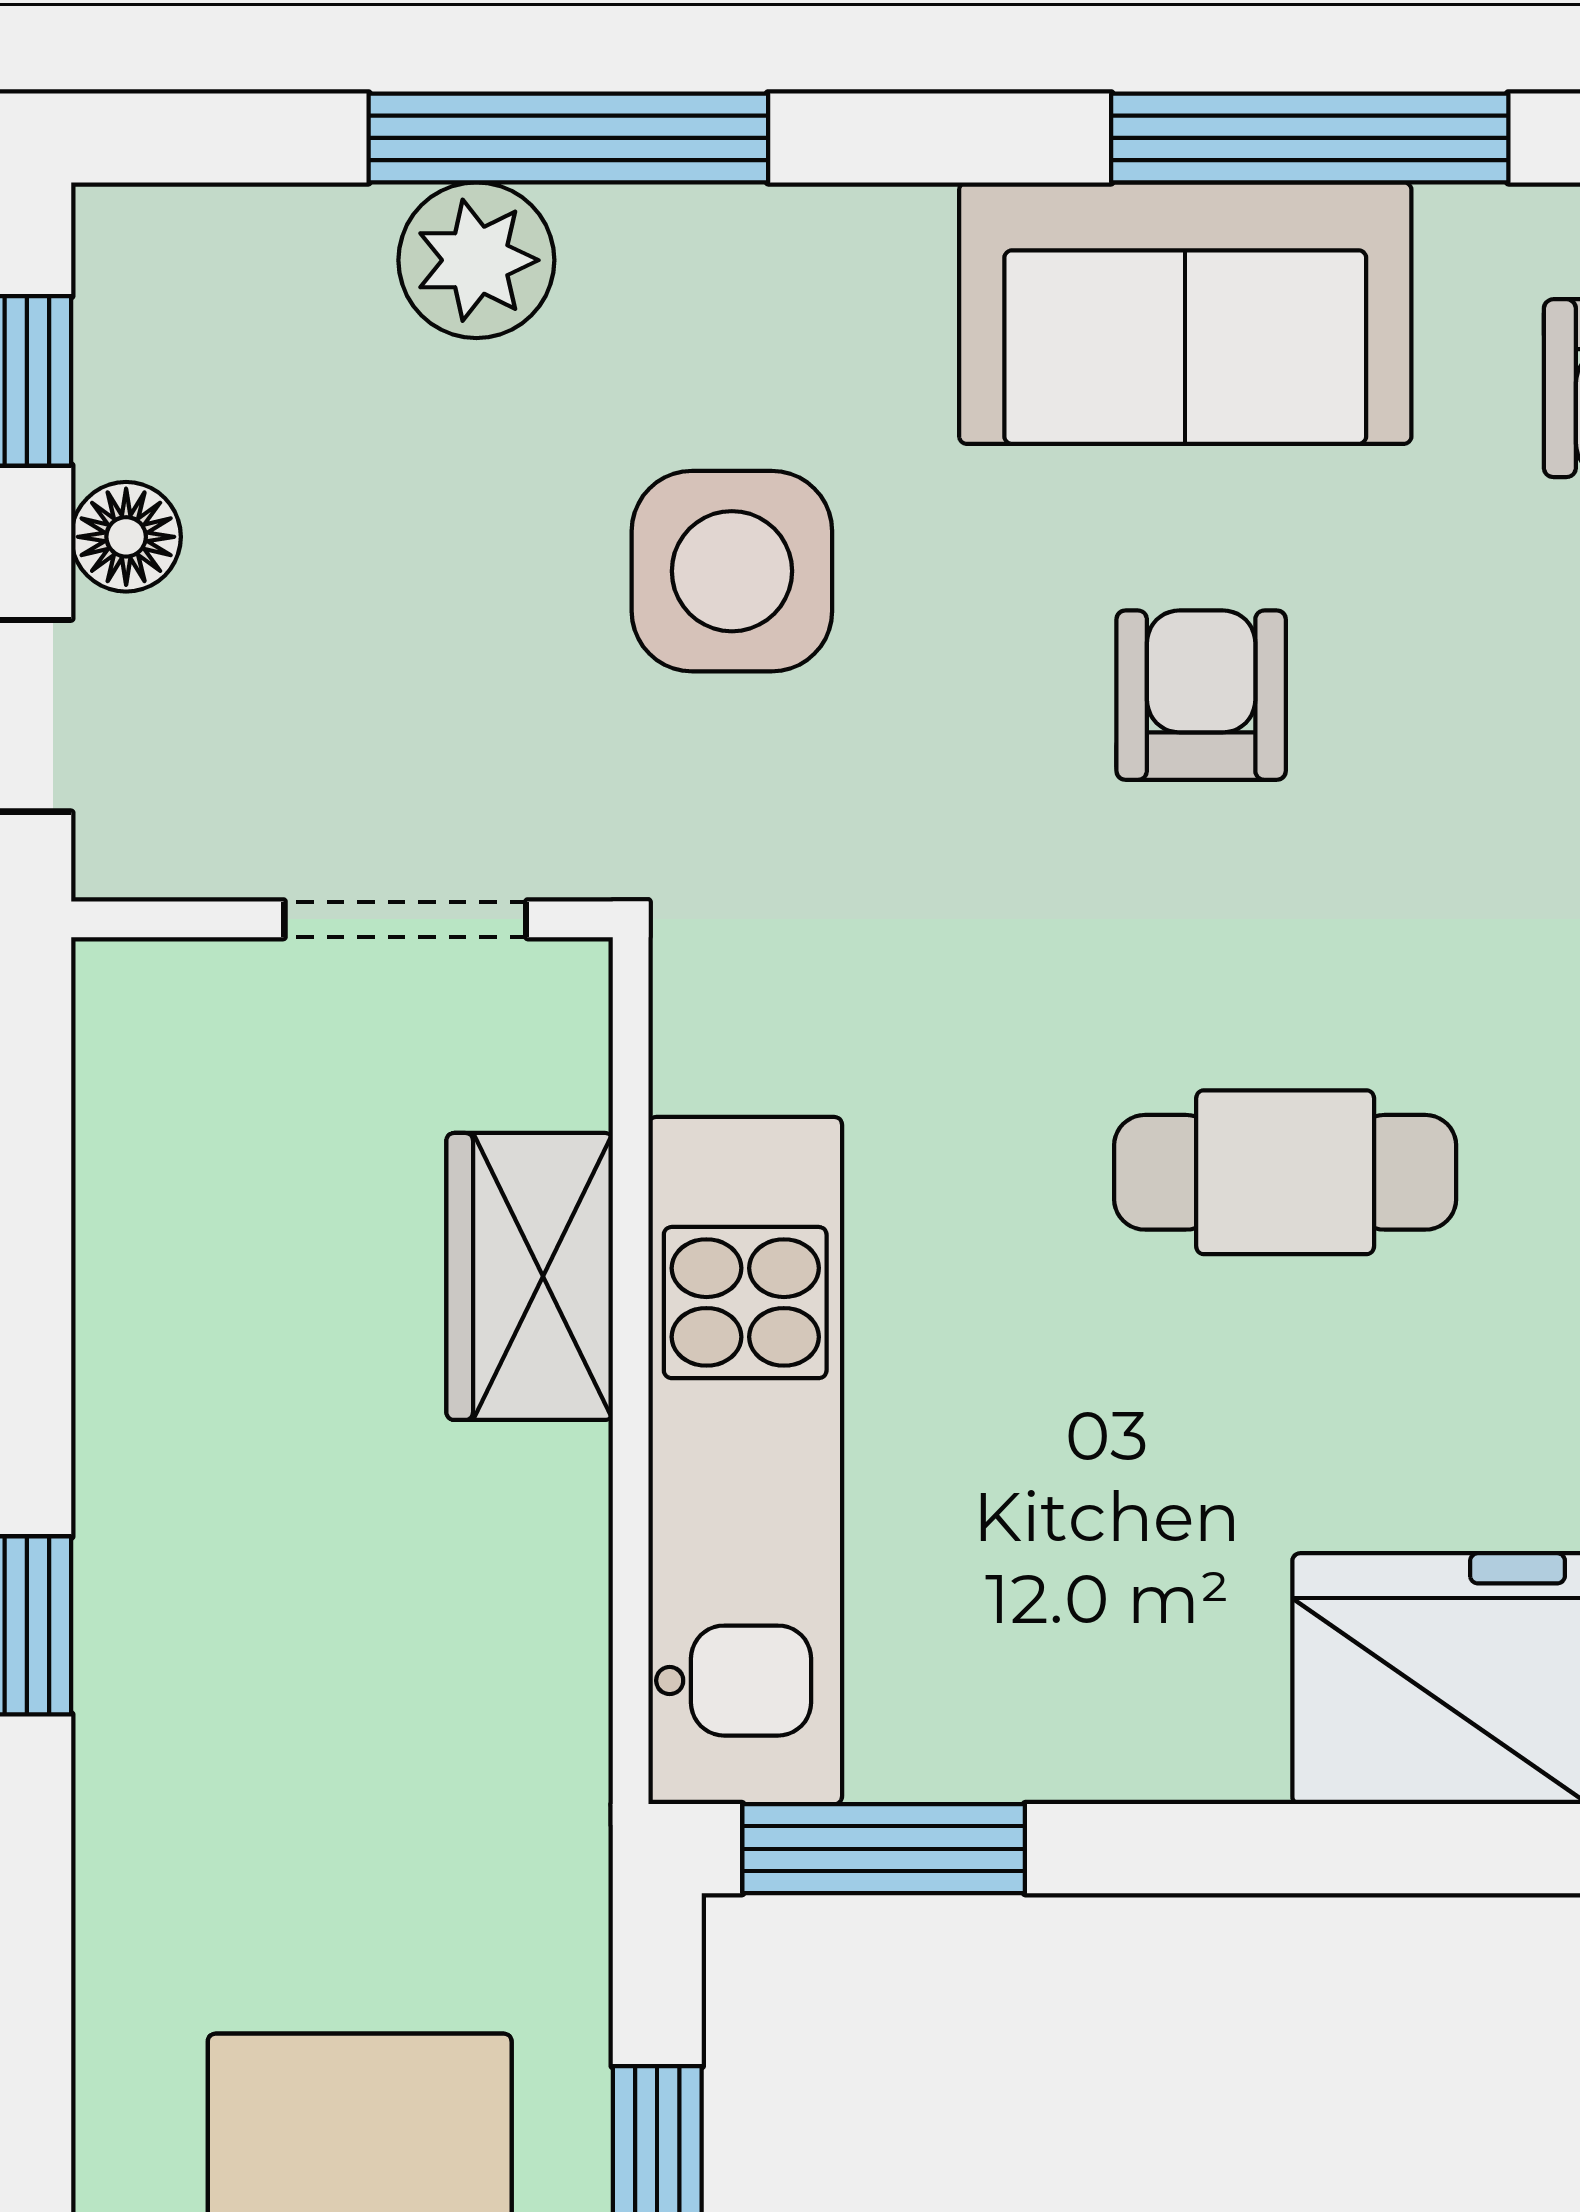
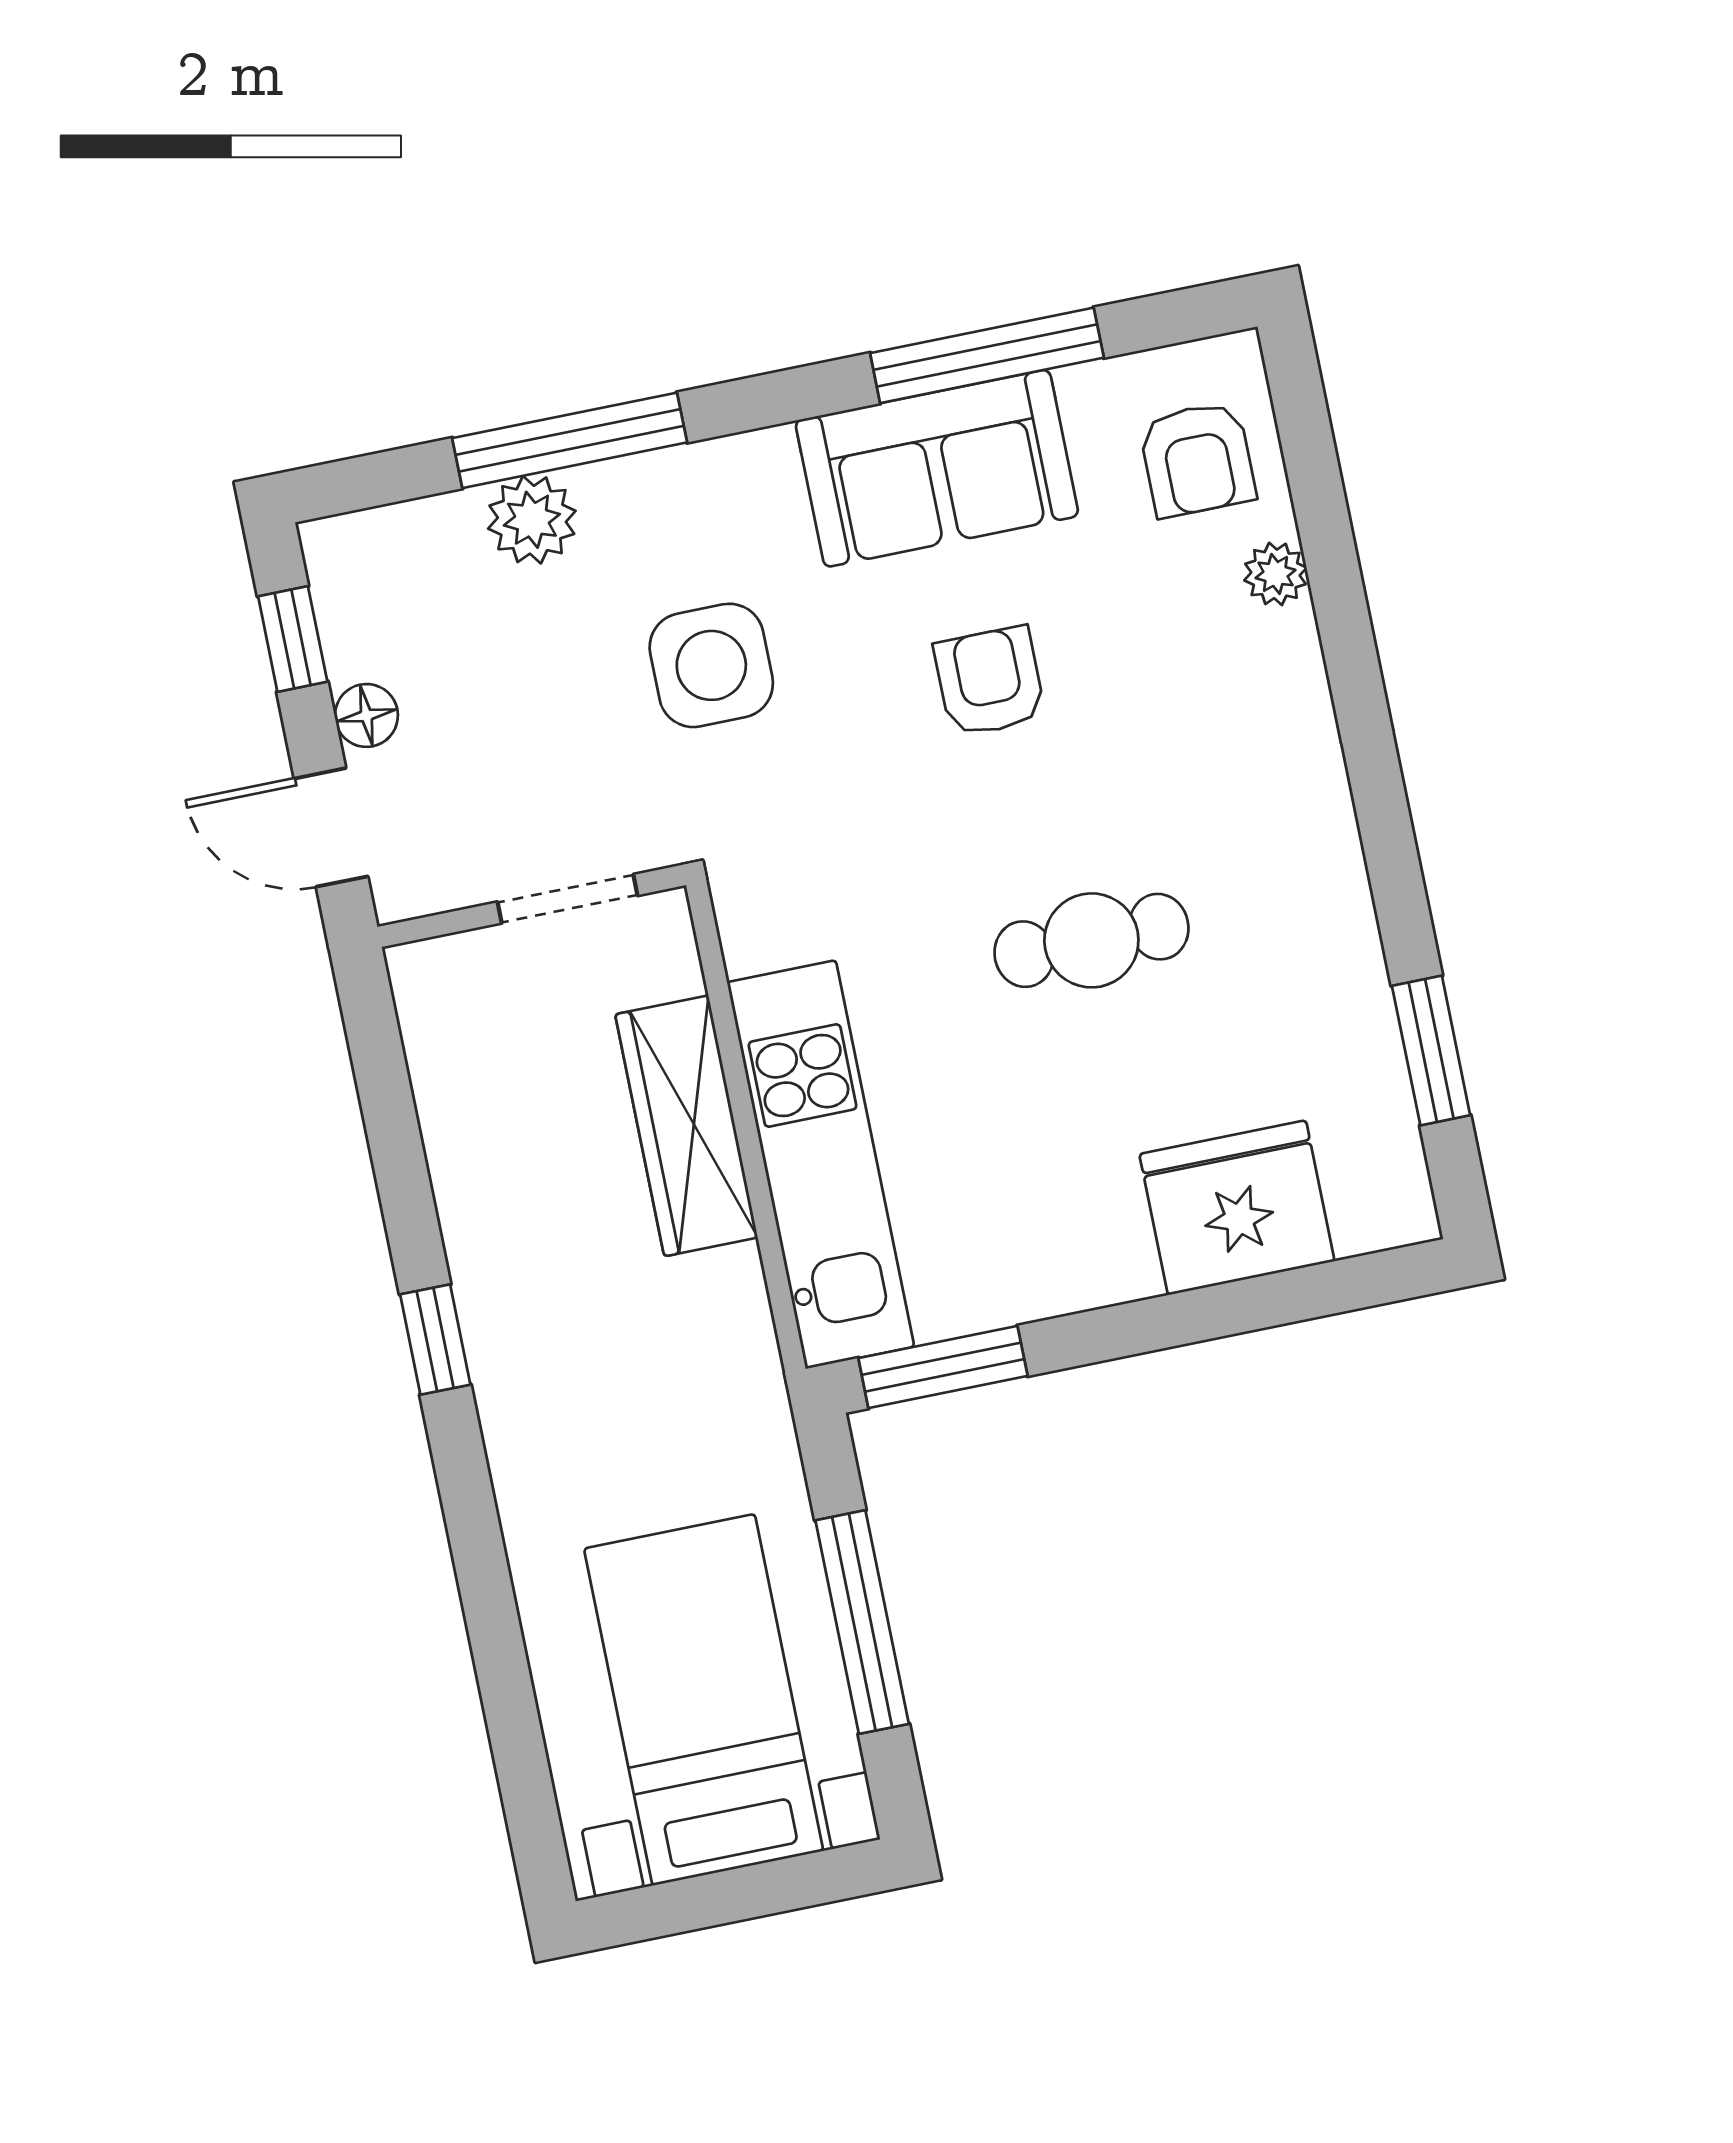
wardrobe: (530, 1276) -> (686, 1126), width x1.50

